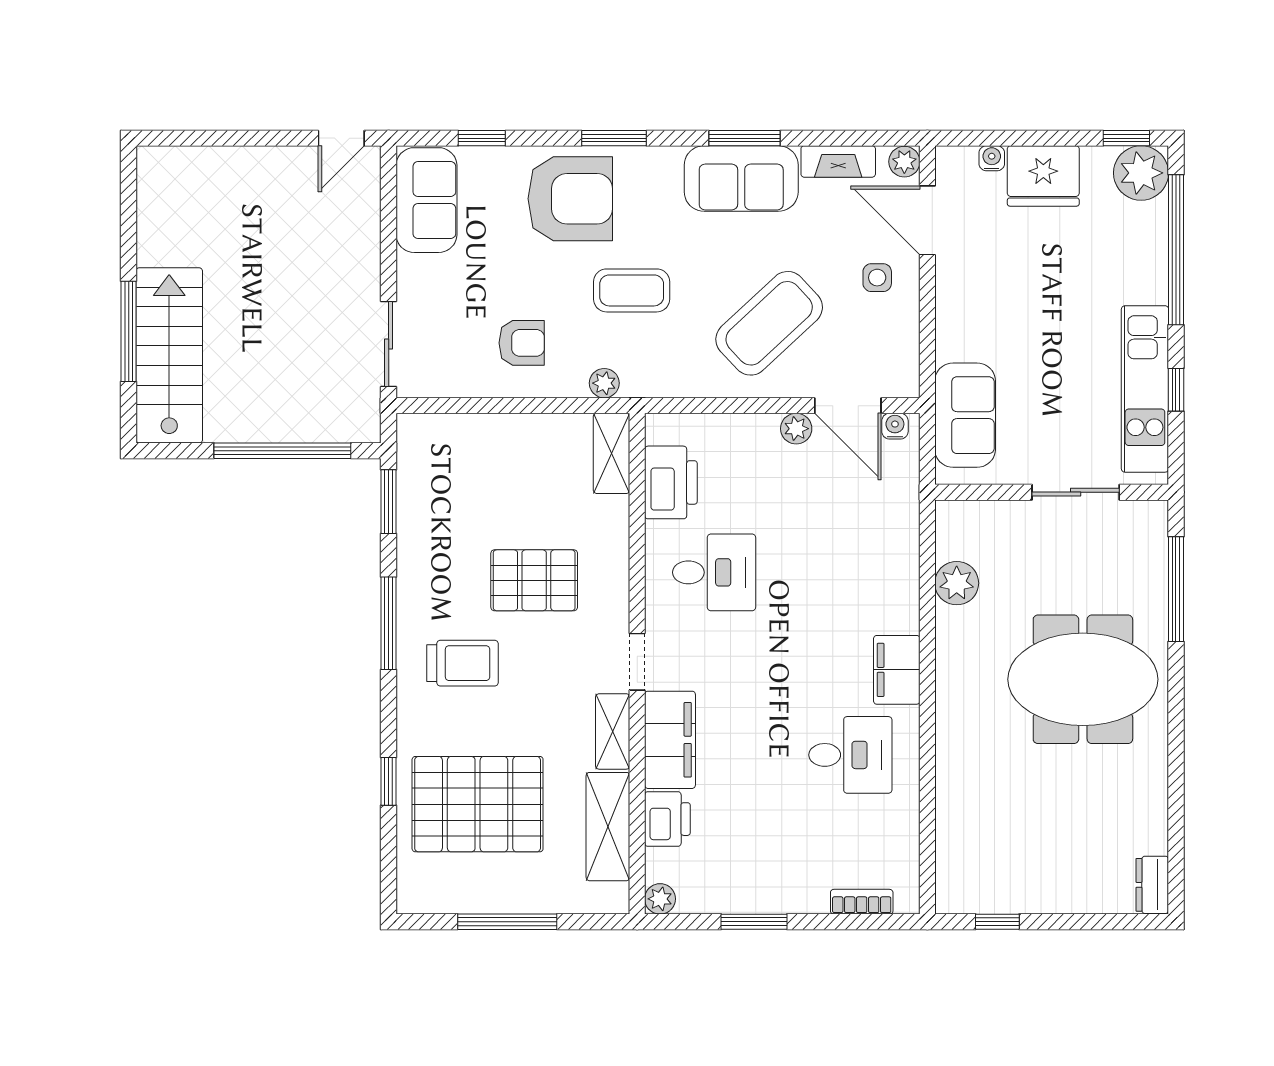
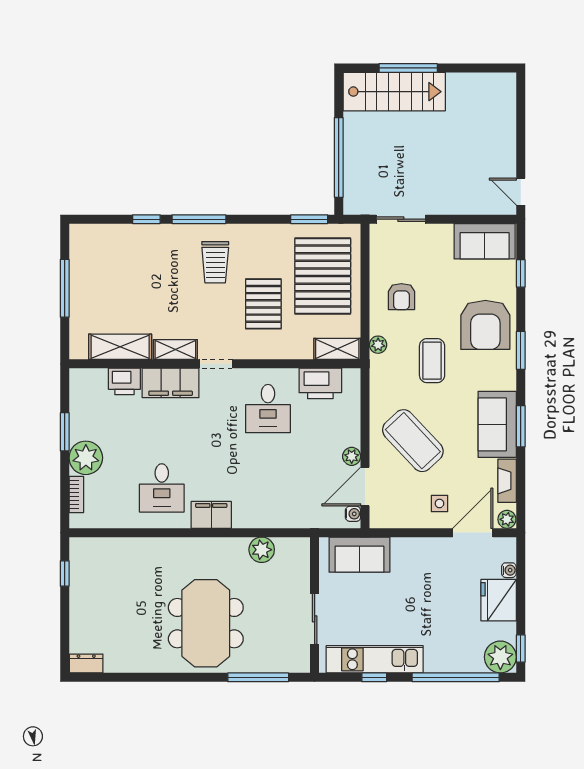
window: (389, 623) -> (199, 219), moved
pallet: (478, 804) -> (323, 276), moved
plant: (660, 899) -> (86, 458), moved, width x1.88, depth x1.88

